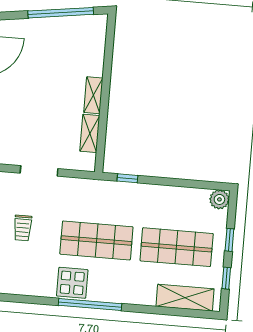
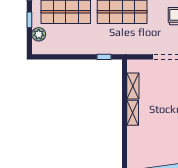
plant: (219, 199) -> (39, 34), moved

